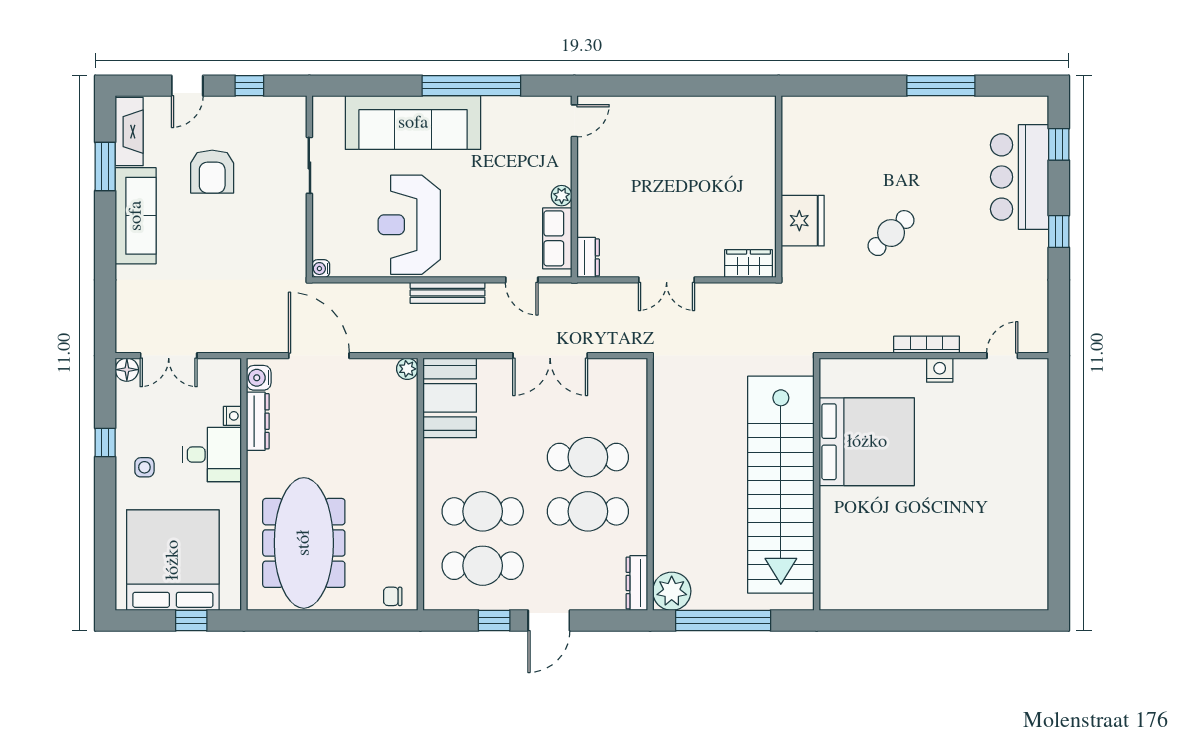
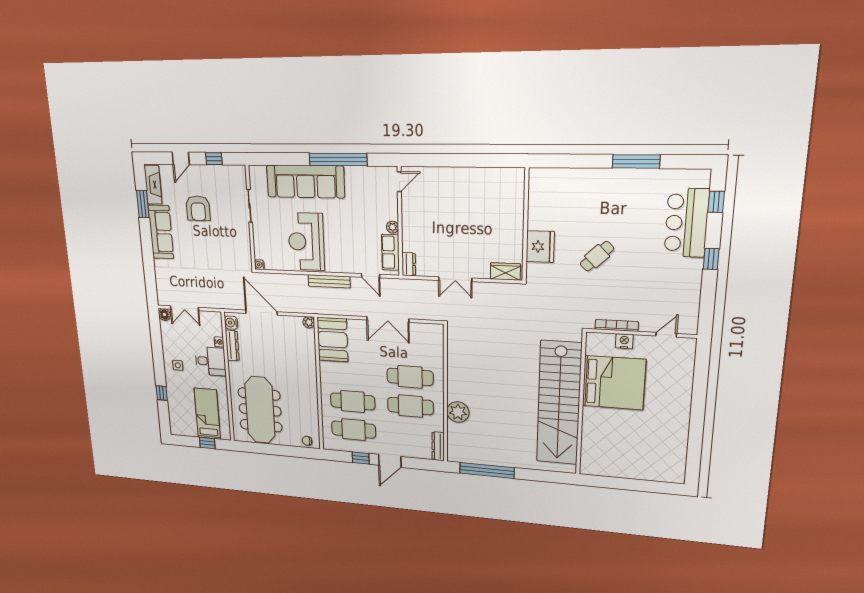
bed: (867, 442) -> (614, 383), moved
window: (105, 443) -> (162, 393), moved
wall: (817, 484) -> (581, 405), moved
stairs: (781, 485) -> (559, 403), moved
bed: (173, 560) -> (207, 414), width x0.49
plant: (672, 591) -> (458, 412), moved

